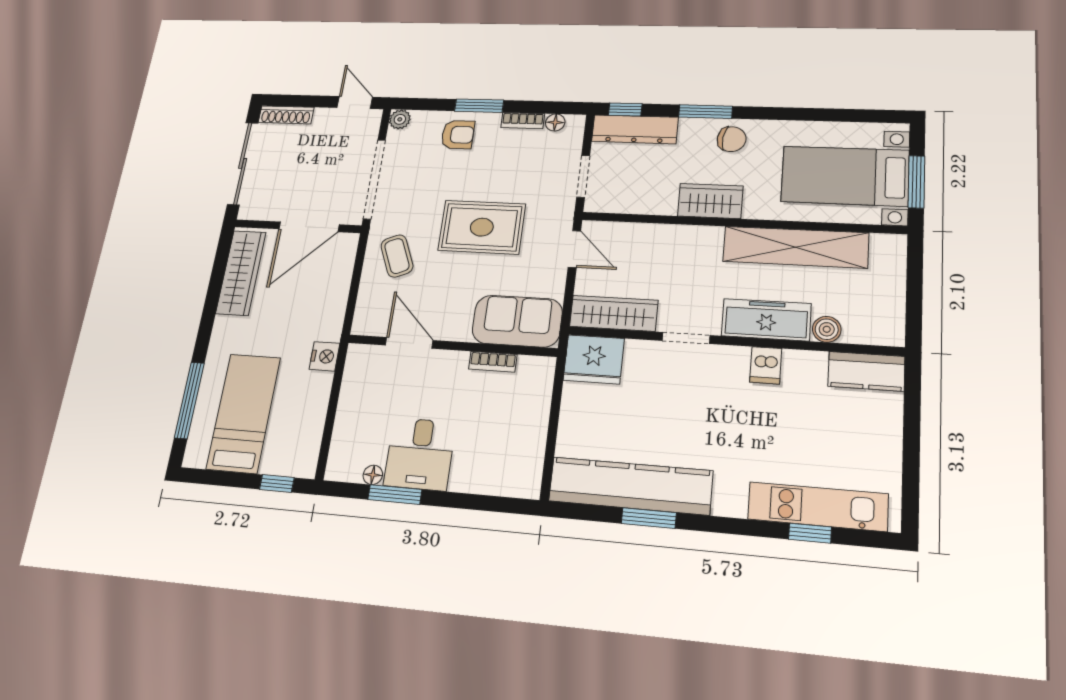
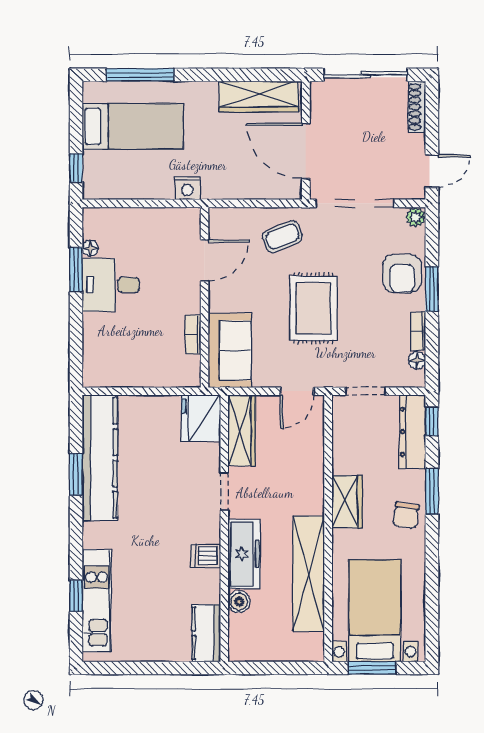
armchair: (458, 135) -> (402, 274), width x1.38, depth x1.38

